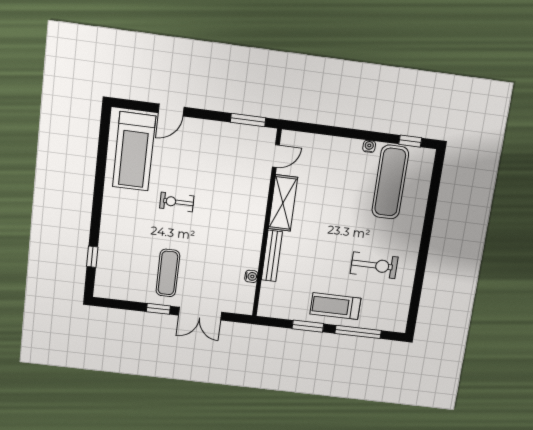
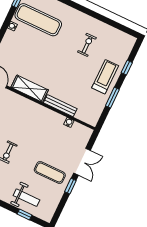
weight bench: (118, 251) -> (26, 198), added
exercise bike: (374, 265) -> (87, 45), width x0.73, depth x0.72
treadmill: (335, 306) -> (105, 77), turned 180
window: (358, 332) -> (127, 68), width x0.46

